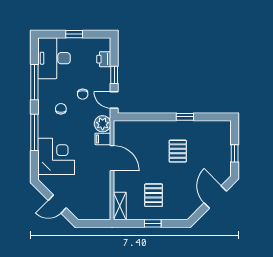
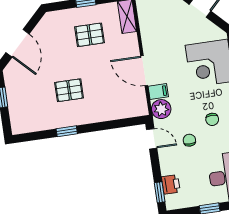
window: (114, 75) -> (160, 192), moved
pallet: (178, 151) -> (69, 90), turned 90
pallet: (154, 195) -> (90, 35), turned 90

